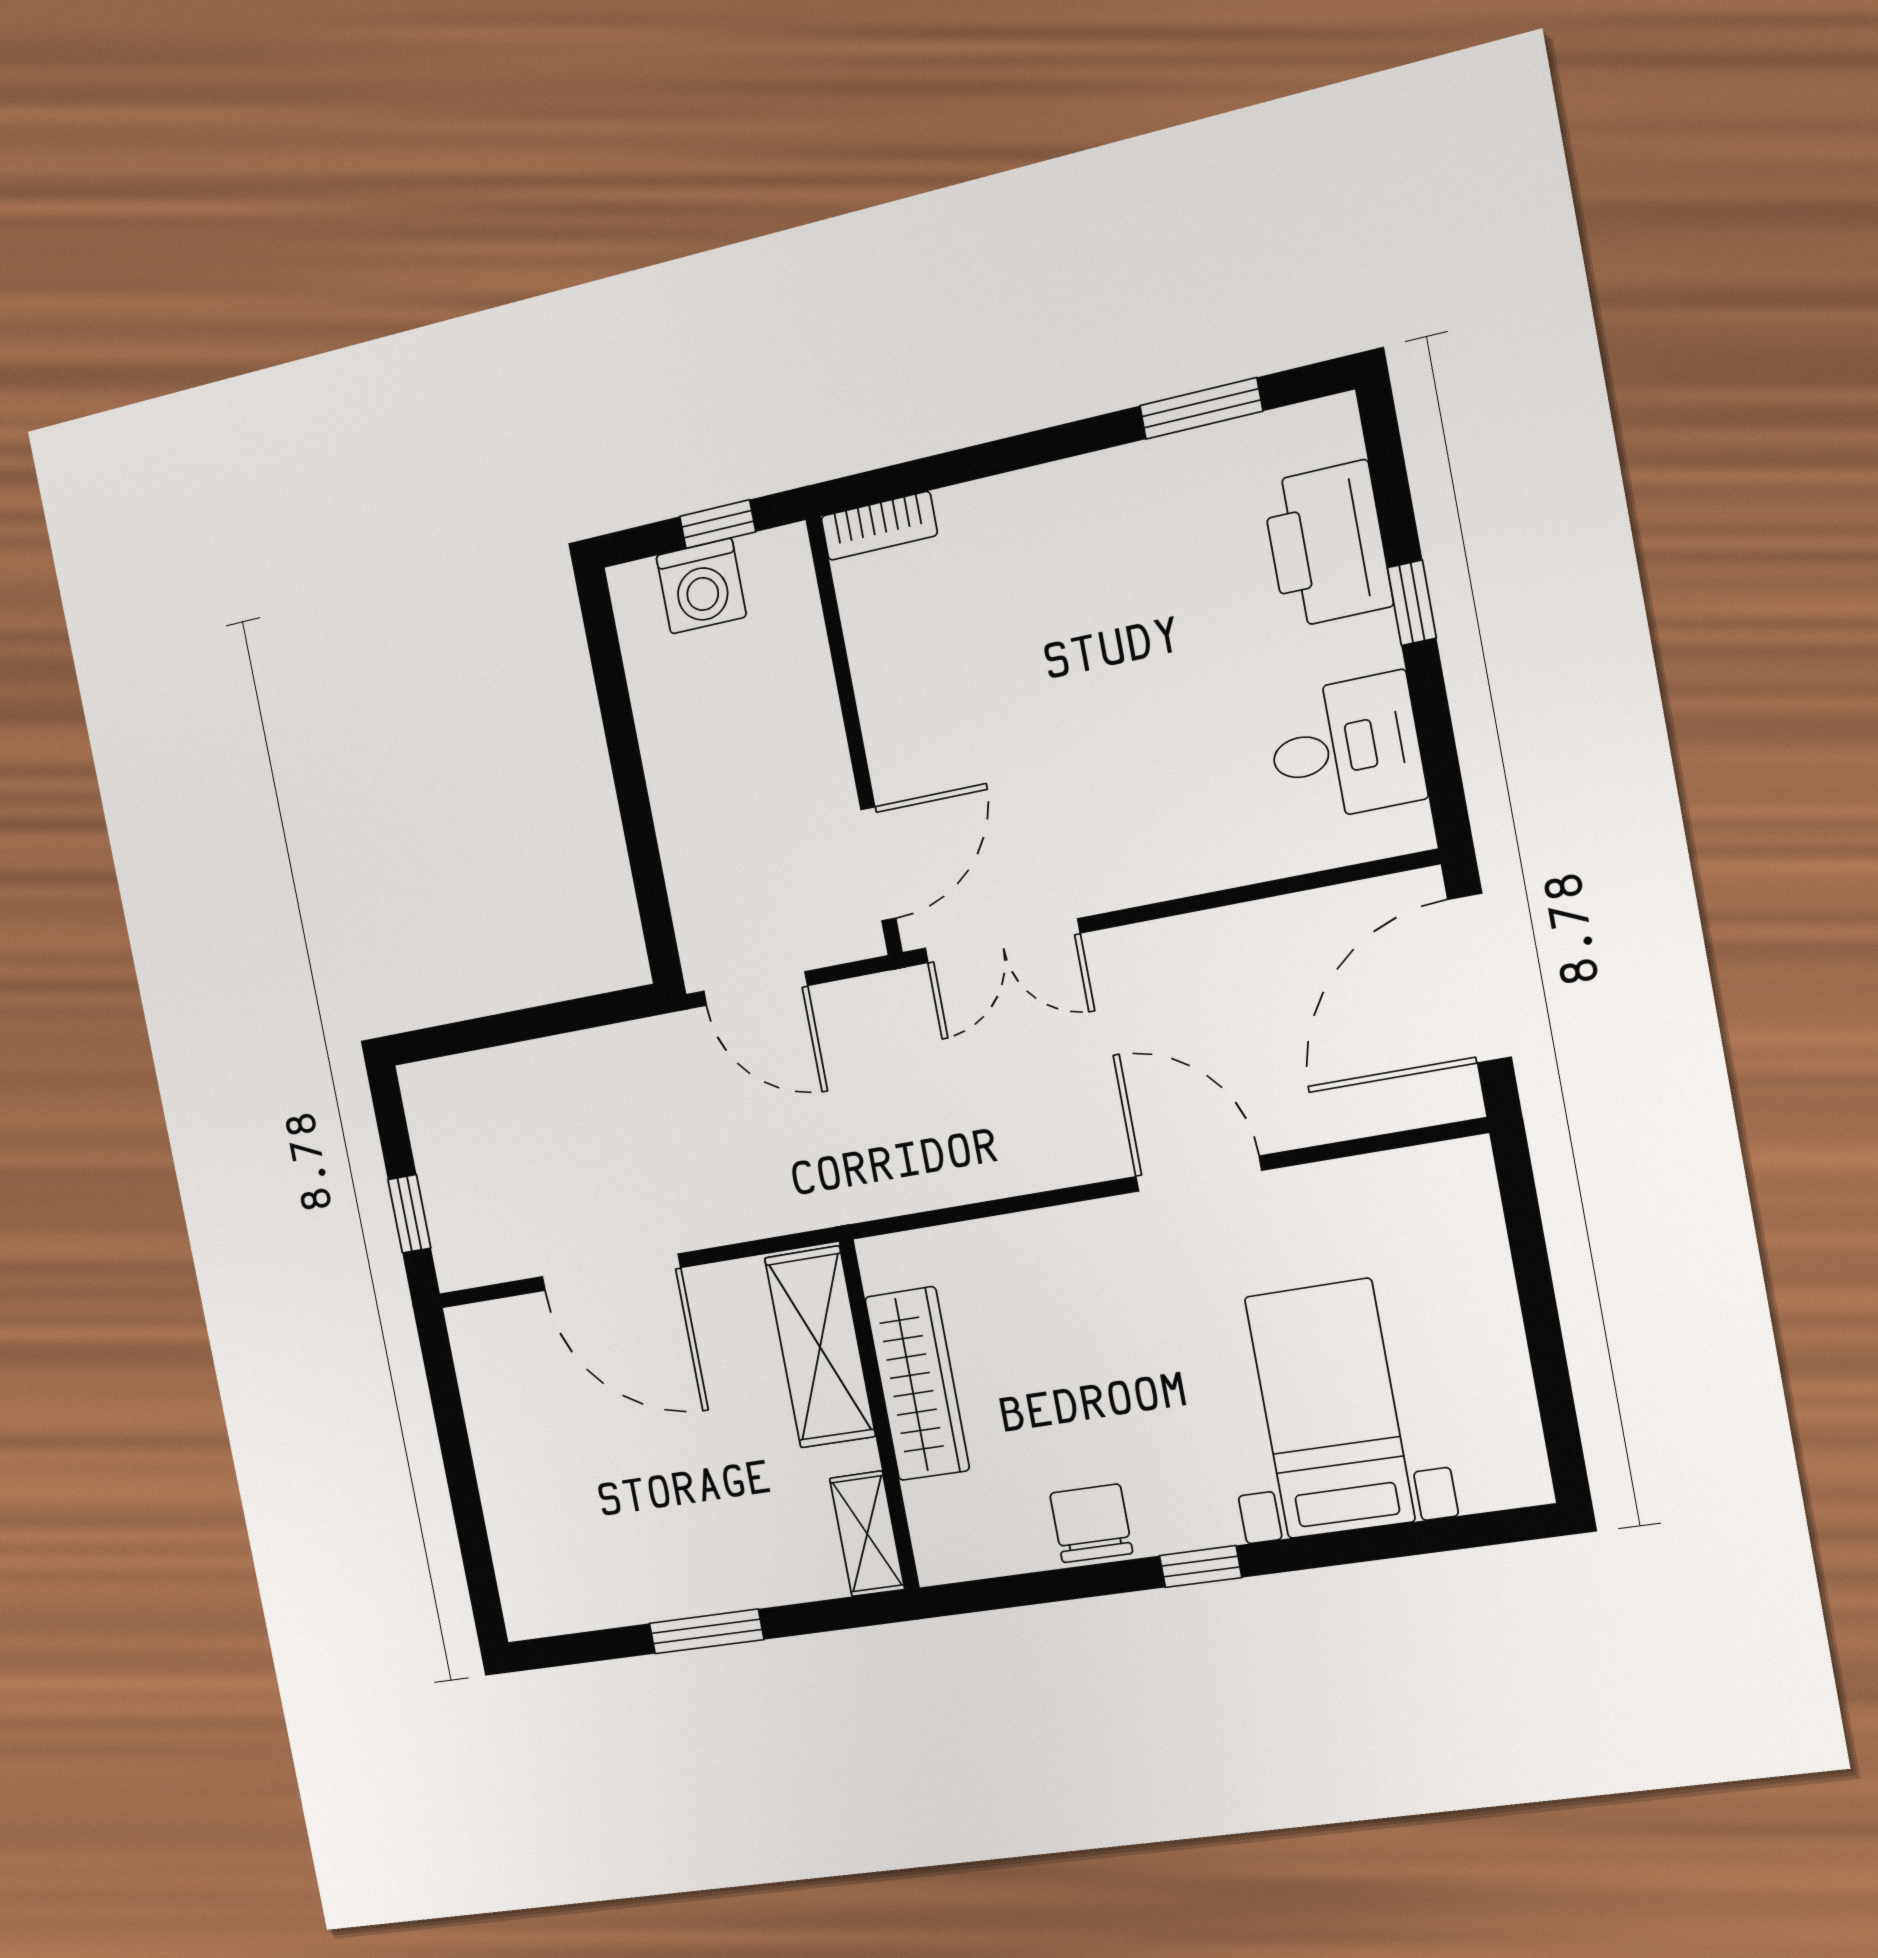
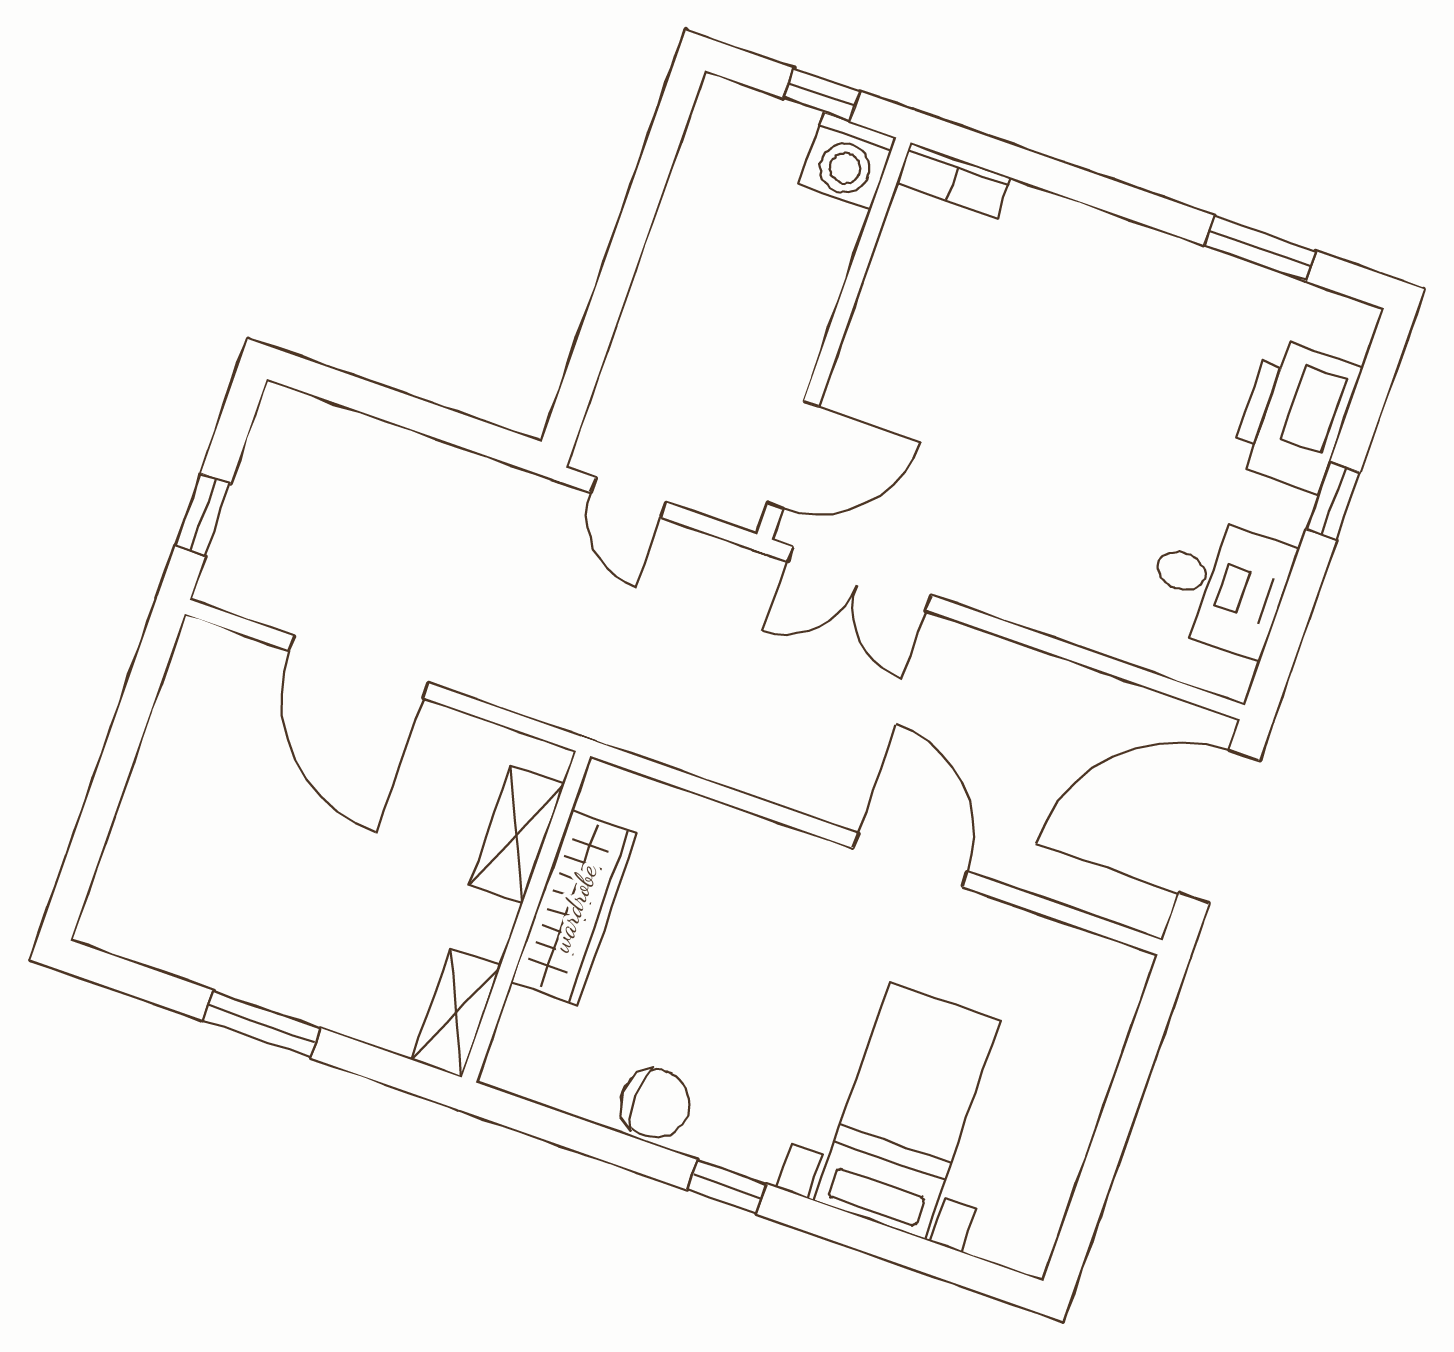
washing machine: (701, 586) -> (847, 161), moved
door: (755, 988) -> (628, 497), width x0.73
shelving: (820, 1347) -> (517, 834), width x0.67, depth x0.75
chair: (1091, 1523) -> (655, 1103), turned 90

